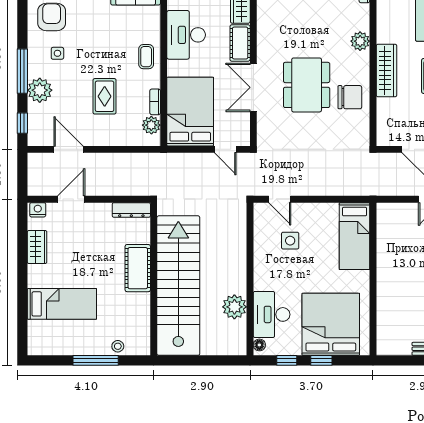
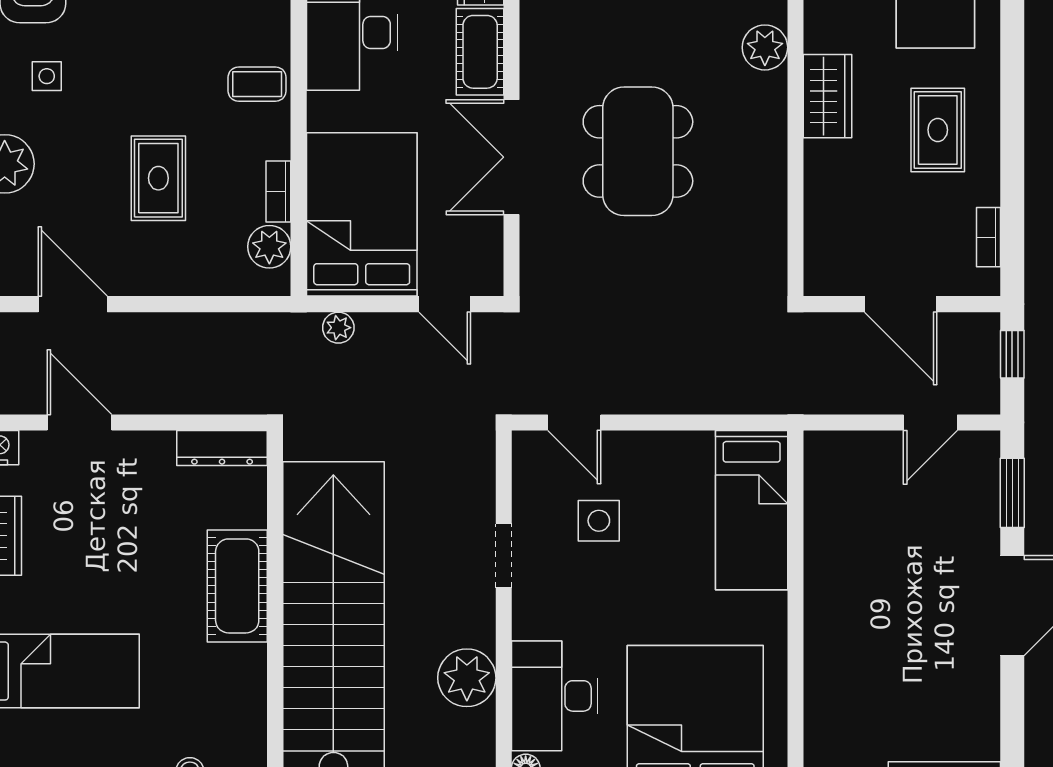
coffee table: (146, 57) -> (257, 84), turned 90
wardrobe: (386, 70) -> (827, 96), width x0.67
chair: (350, 97) -> (741, 180), removed
plant: (180, 159) -> (338, 328), added
door: (71, 199) -> (79, 422), hinge flipped
doorway: (250, 255) -> (504, 556), added

